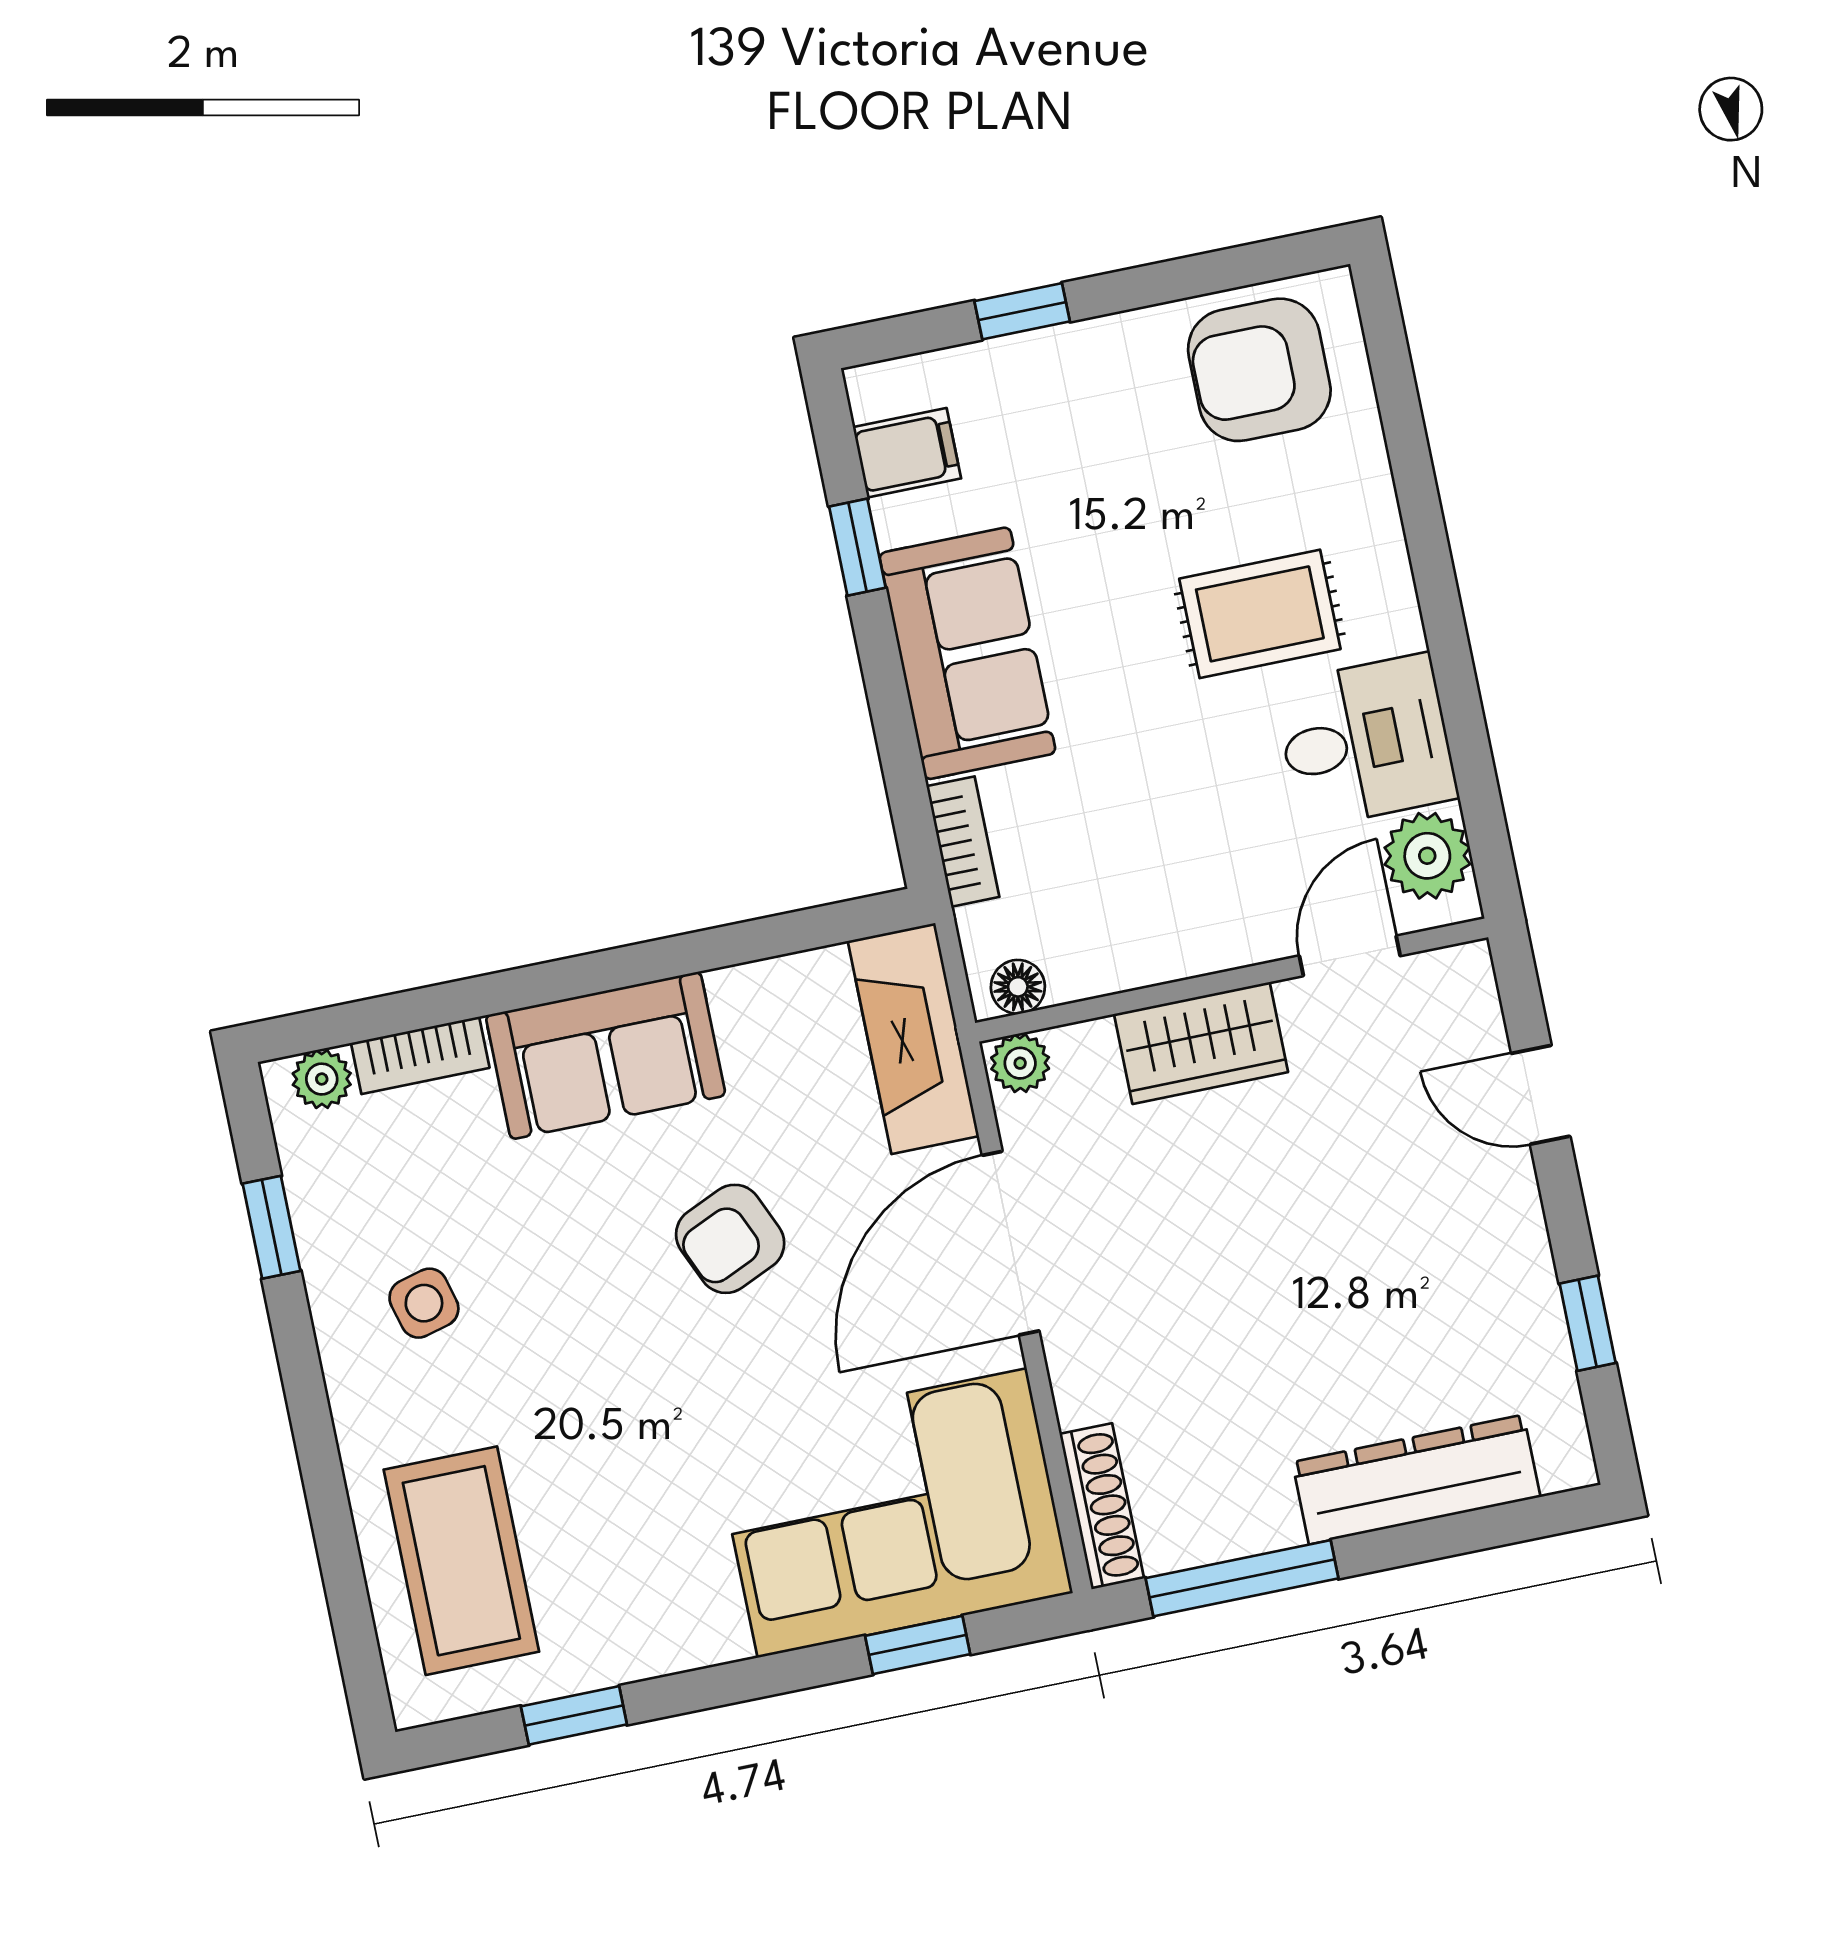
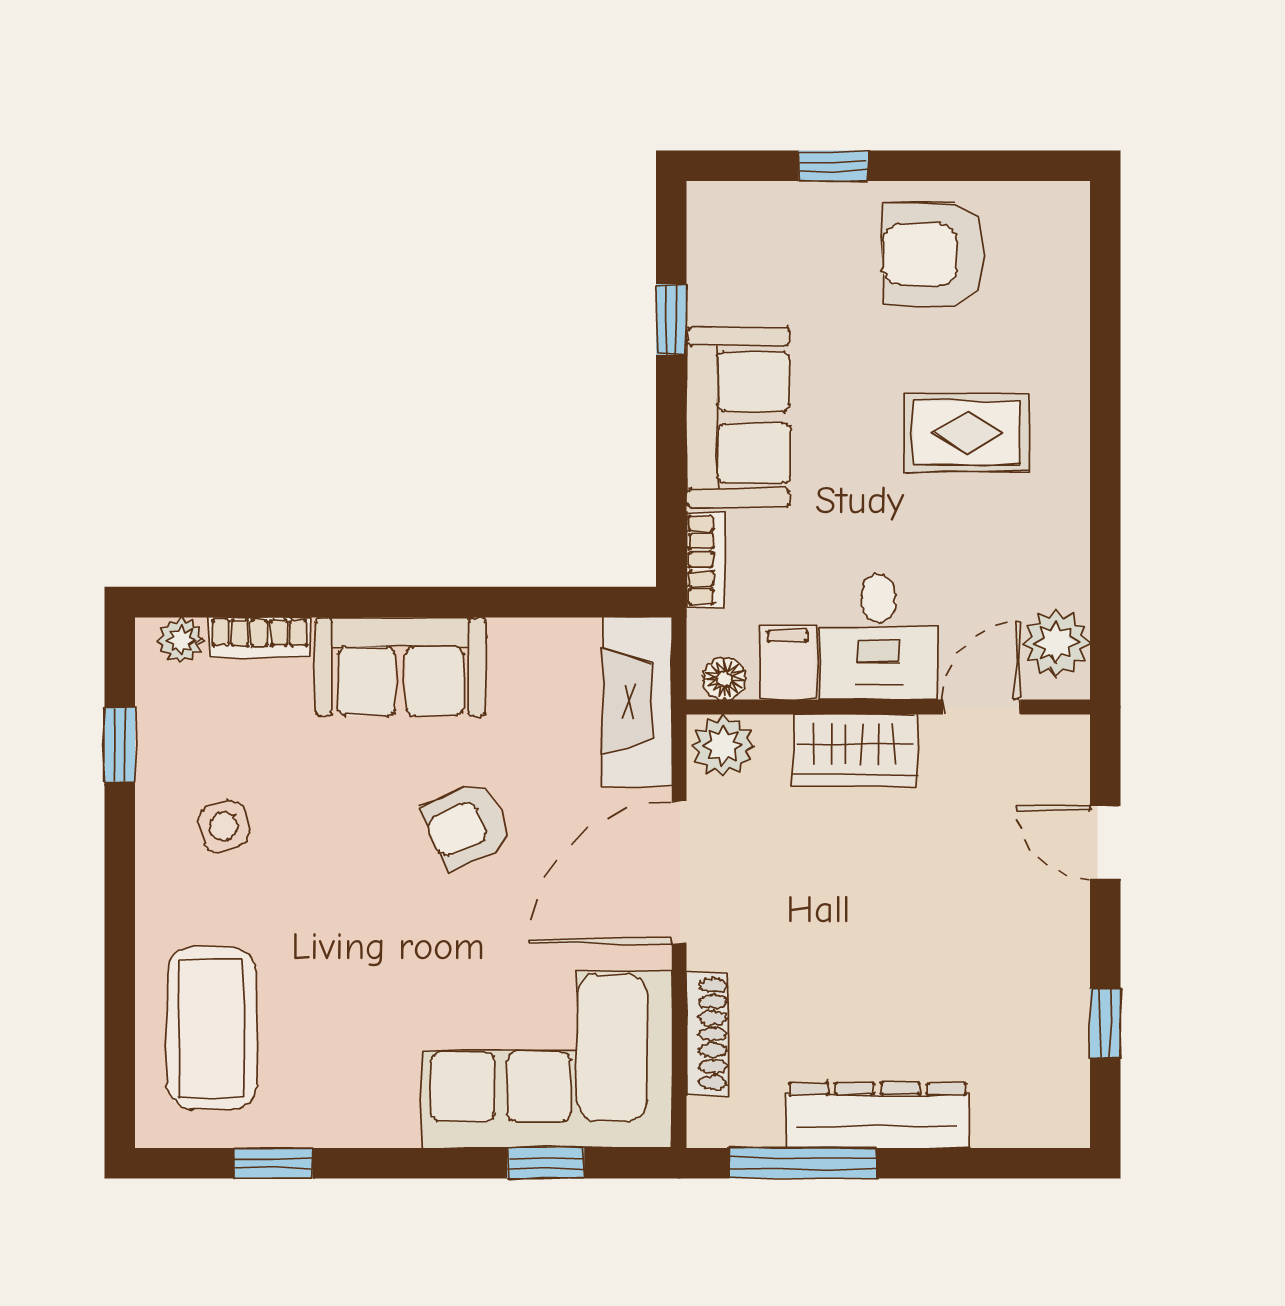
armchair: (1259, 370) -> (934, 255), moved
filing cabinet: (907, 453) -> (788, 662), moved, turned -90
desk: (1366, 741) -> (879, 637), moved, turned 90
plant: (1020, 1063) -> (723, 746), width x1.38, depth x1.38
dresser: (1416, 1480) -> (878, 1115), moved
shoe rack: (1102, 1506) -> (707, 1034), moved

